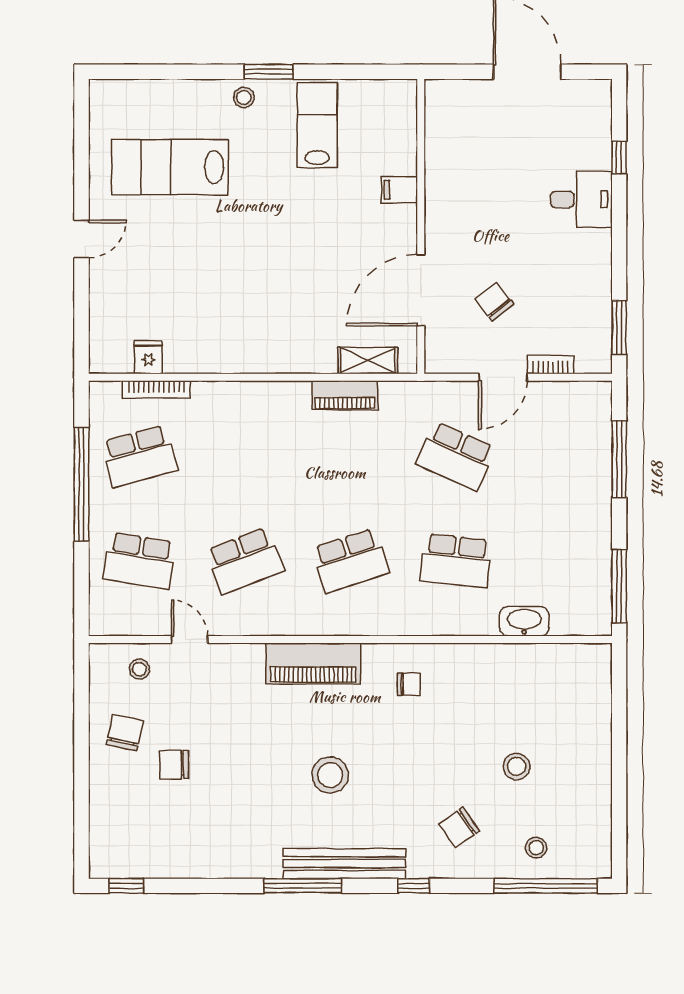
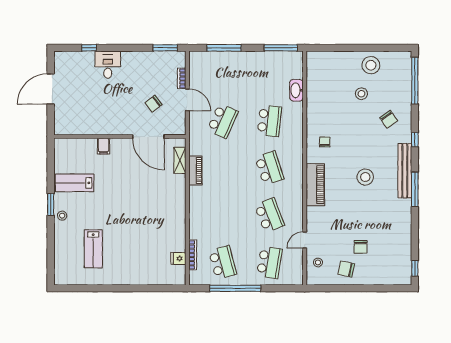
lab bench: (170, 167) -> (93, 249), width x0.73, depth x0.72
door: (81, 239) -> (125, 288), removed
stool: (536, 848) -> (371, 65), moved, width x1.89, depth x1.89

